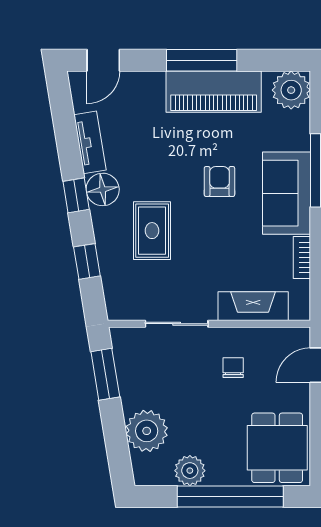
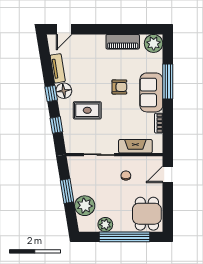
window: (202, 60) -> (111, 29), removed
piano: (214, 92) -> (123, 42), width x0.73, depth x0.75
armchair: (219, 181) -> (119, 87), turned 90
rug: (152, 231) -> (87, 110), turned 90
window: (105, 374) -> (67, 191), moved

